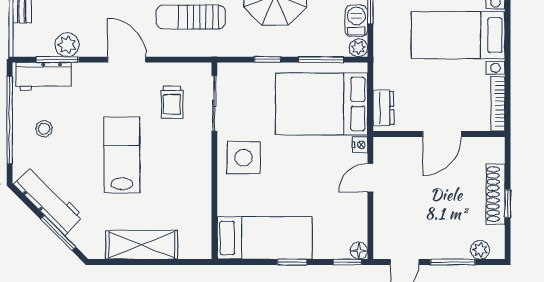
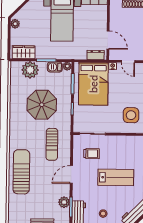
door: (442, 134) -> (108, 40), moved
lab bench: (122, 155) -> (116, 177), turned 180
side table: (243, 158) -> (131, 115), moved

